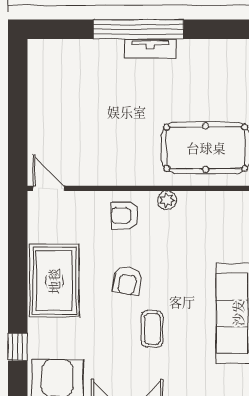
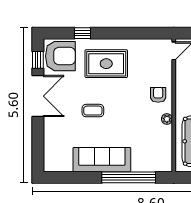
rug: (54, 281) -> (106, 64), moved
armchair: (128, 281) -> (121, 96), removed

